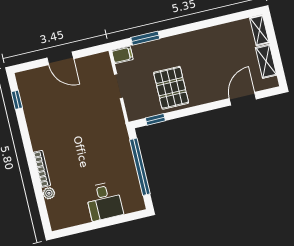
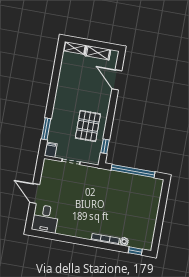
door: (60, 58) -> (35, 193), swing flipped
pallet: (171, 88) -> (88, 126), turned 90
window: (17, 100) -> (135, 251), moved
desk: (104, 201) -> (45, 219), moved, turned 90

